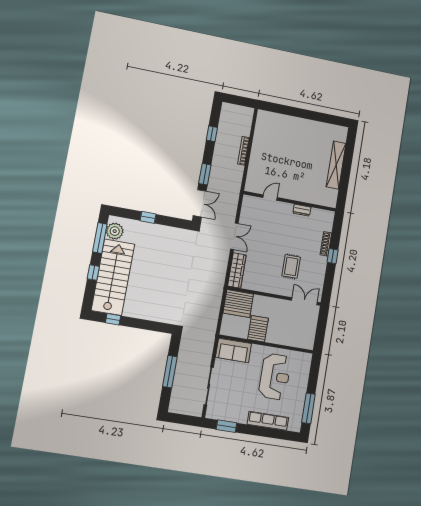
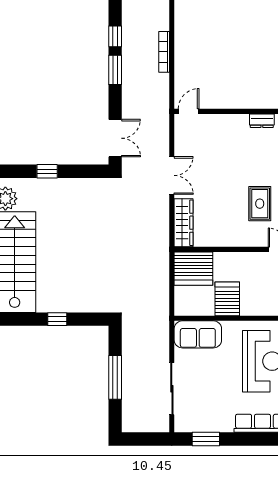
window: (205, 174) -> (115, 70), moved
door: (270, 198) -> (189, 111), moved
window: (113, 319) -> (57, 319), moved

